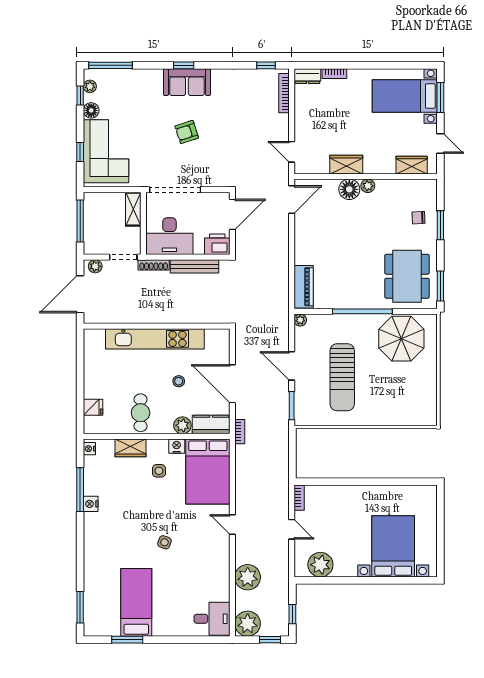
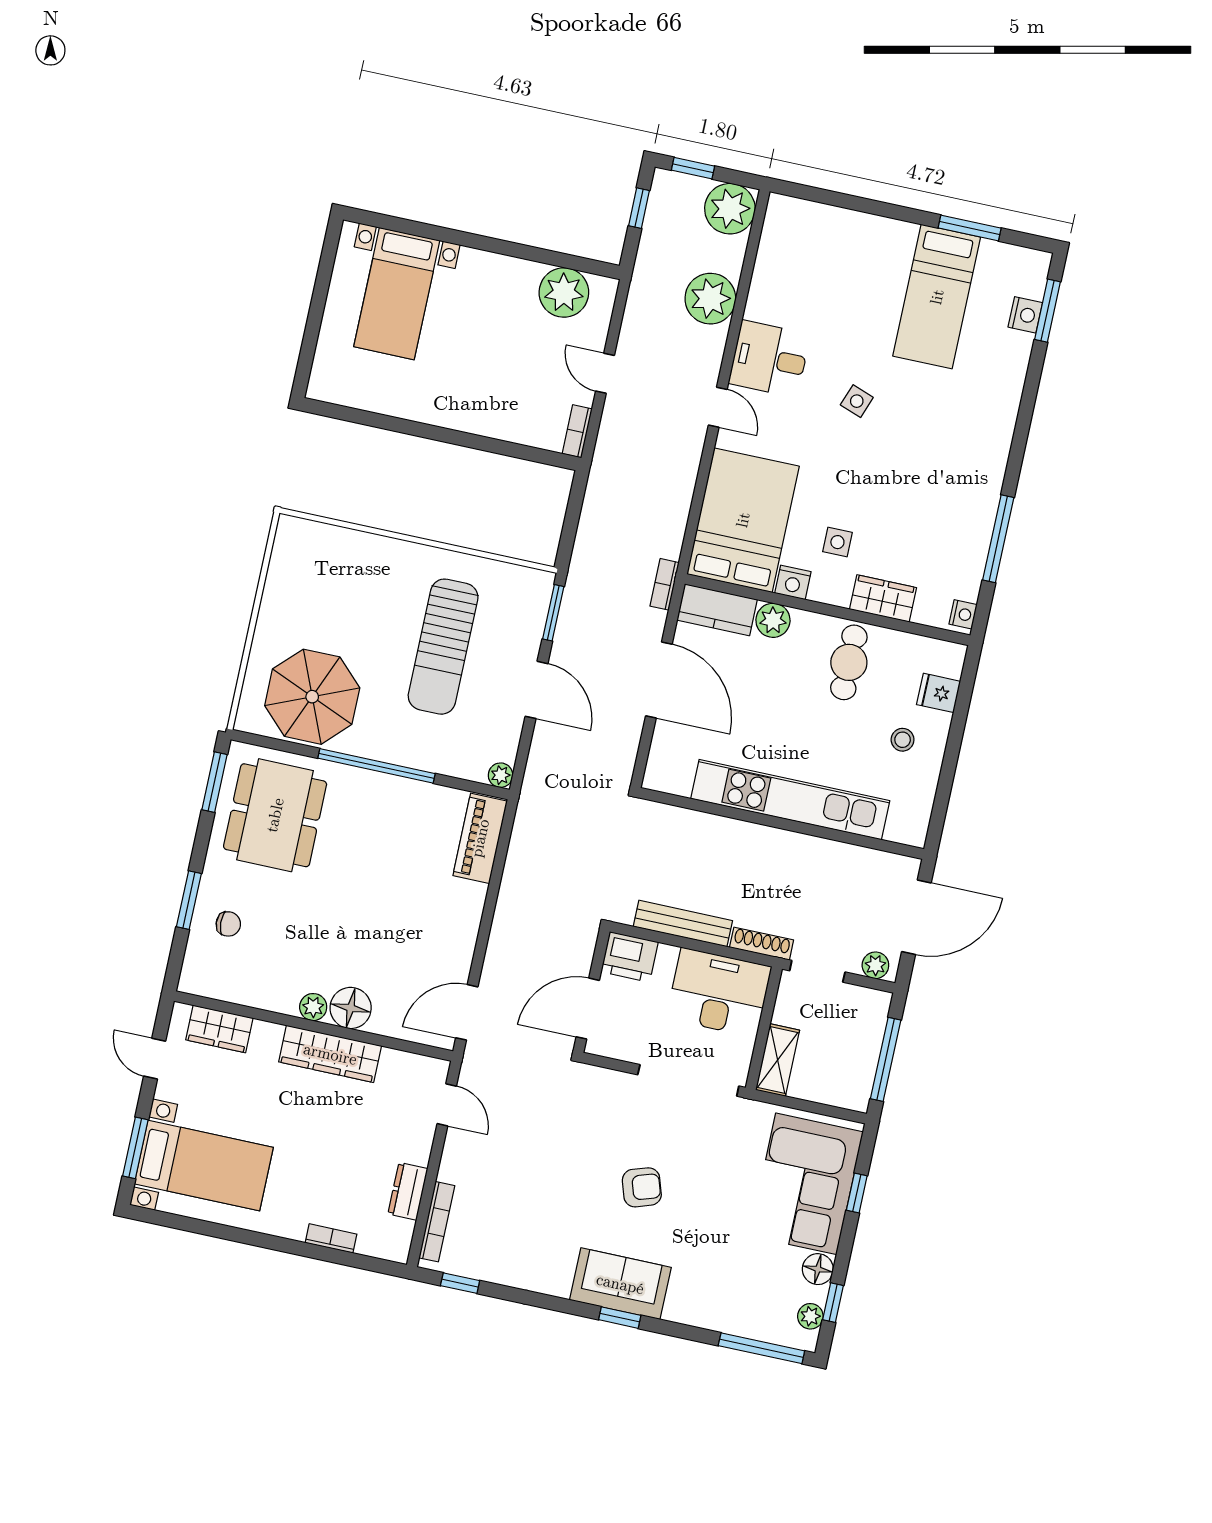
dresser: (307, 76) -> (408, 1191), moved, turned -90
wardrobe: (346, 165) -> (330, 1054), width x1.50
sun lounger: (342, 377) -> (443, 647), turned 180
stool: (179, 381) -> (903, 740), moved
nightstand: (91, 504) -> (1025, 315), moved
bed with nightstands: (393, 546) -> (397, 294), width x0.73
desk: (212, 619) -> (769, 359), moved

